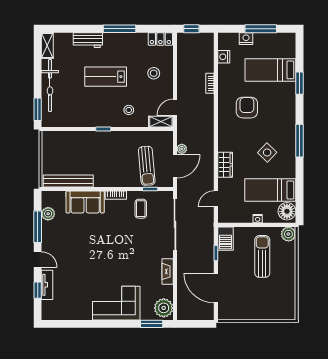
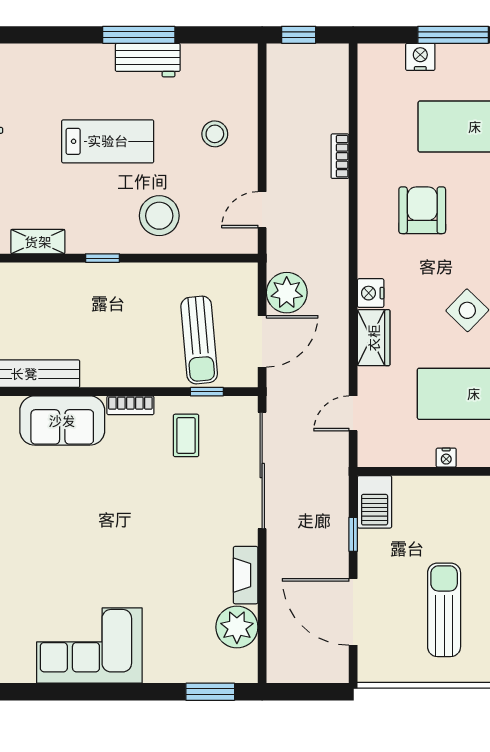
locker: (160, 39) -> (230, 58), removed
workbench: (88, 40) -> (148, 60), moved
nightstand: (224, 57) -> (371, 293), moved
lab bench: (106, 77) -> (108, 141), turned 180
stool: (129, 110) -> (159, 216), width x1.89, depth x1.89
shelving: (161, 122) -> (38, 242), moved
plant: (182, 149) -> (287, 293), width x1.88, depth x1.88
sun lounger: (262, 256) -> (444, 610), moved
corner sofa: (116, 303) -> (89, 646), moved
plant: (164, 308) -> (237, 627), moved

